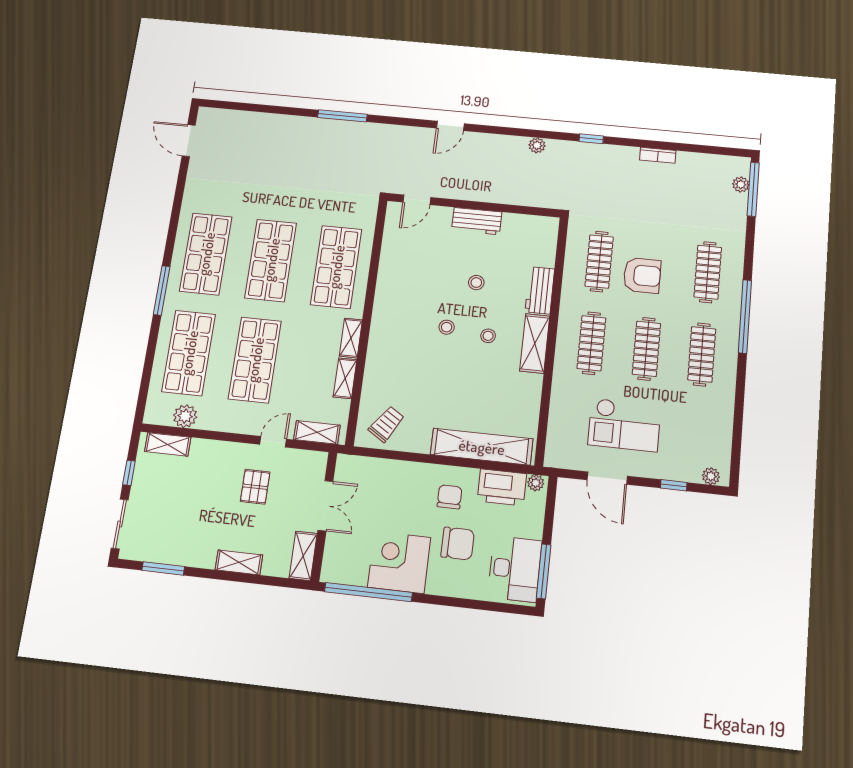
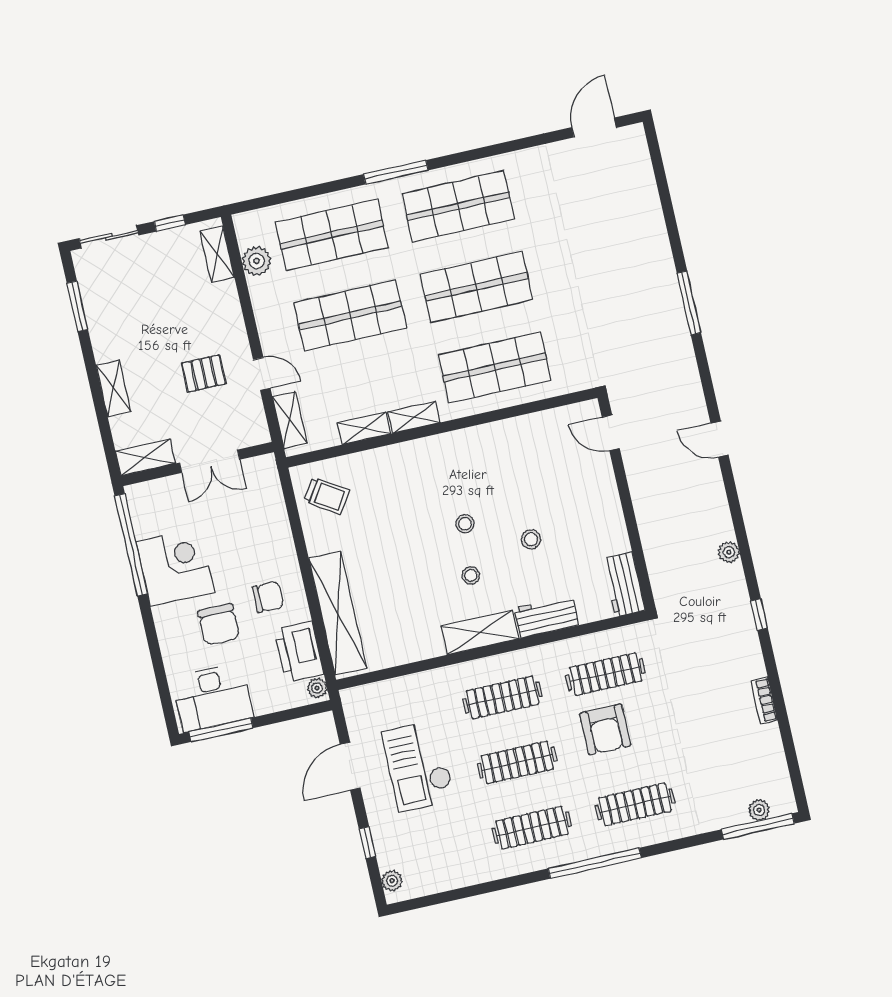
workbench: (477, 221) -> (624, 584), moved

